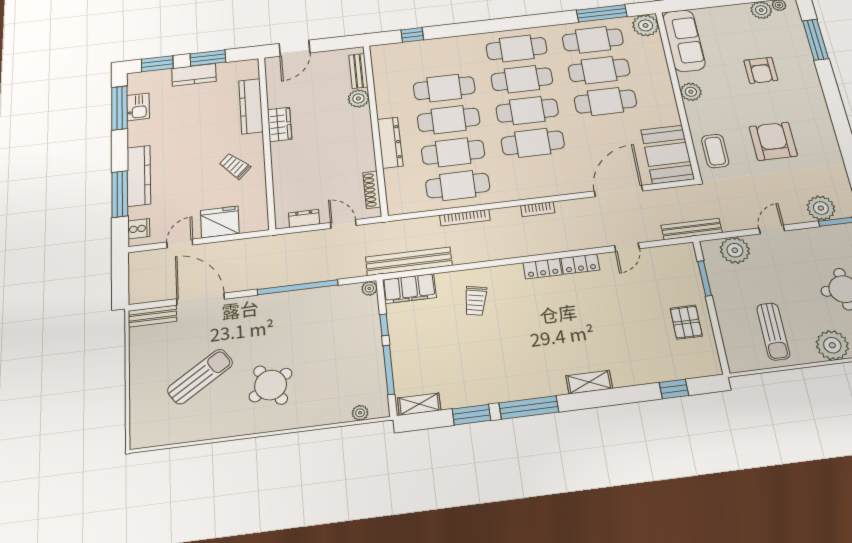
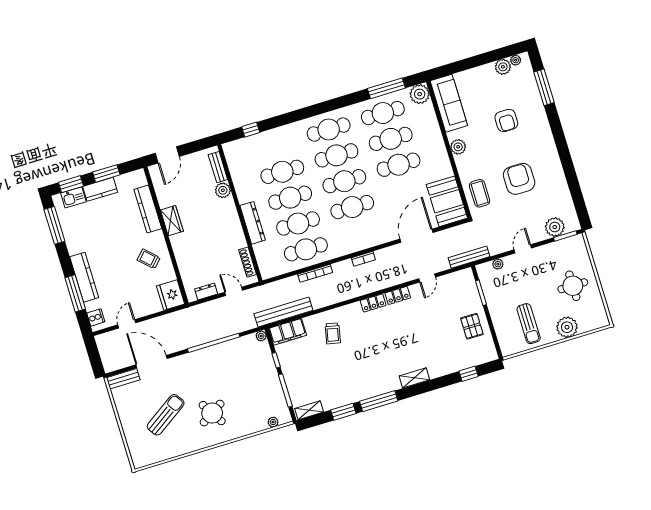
kitchen sink: (138, 107) -> (73, 197), moved, turned 90
fridge: (220, 222) -> (171, 295), moved, turned -90
plant: (735, 250) -> (498, 264), width x0.53, depth x0.53

